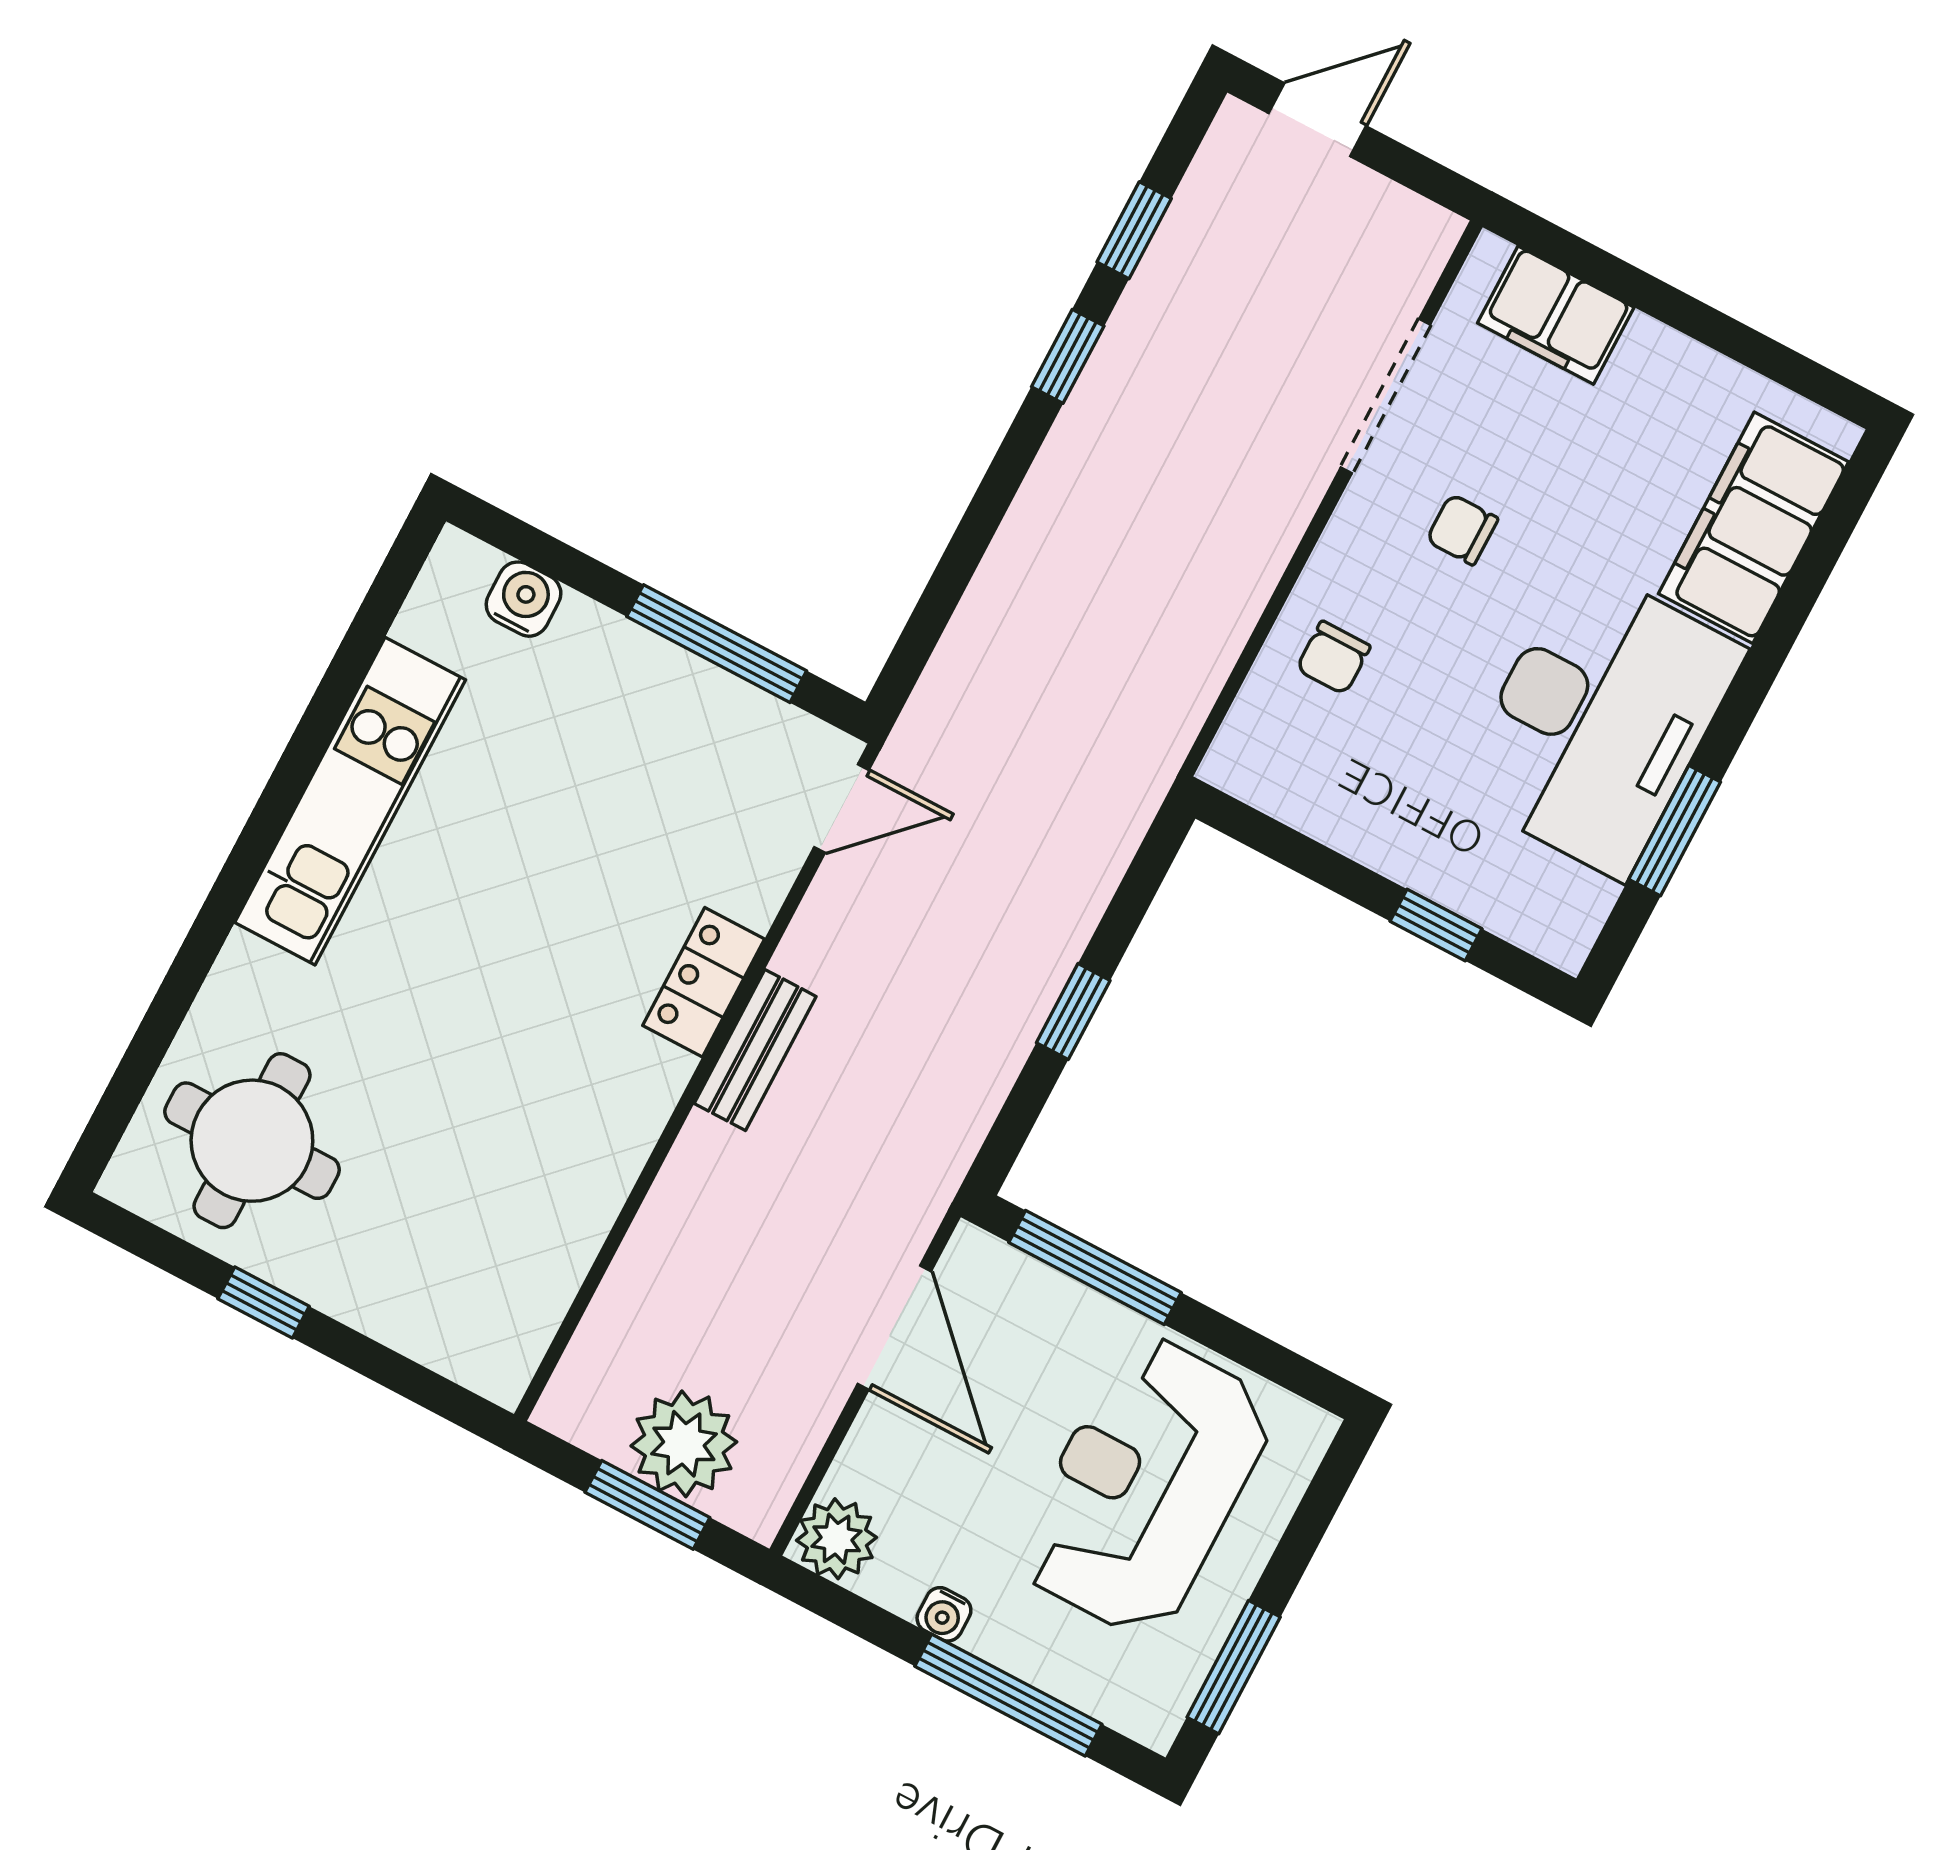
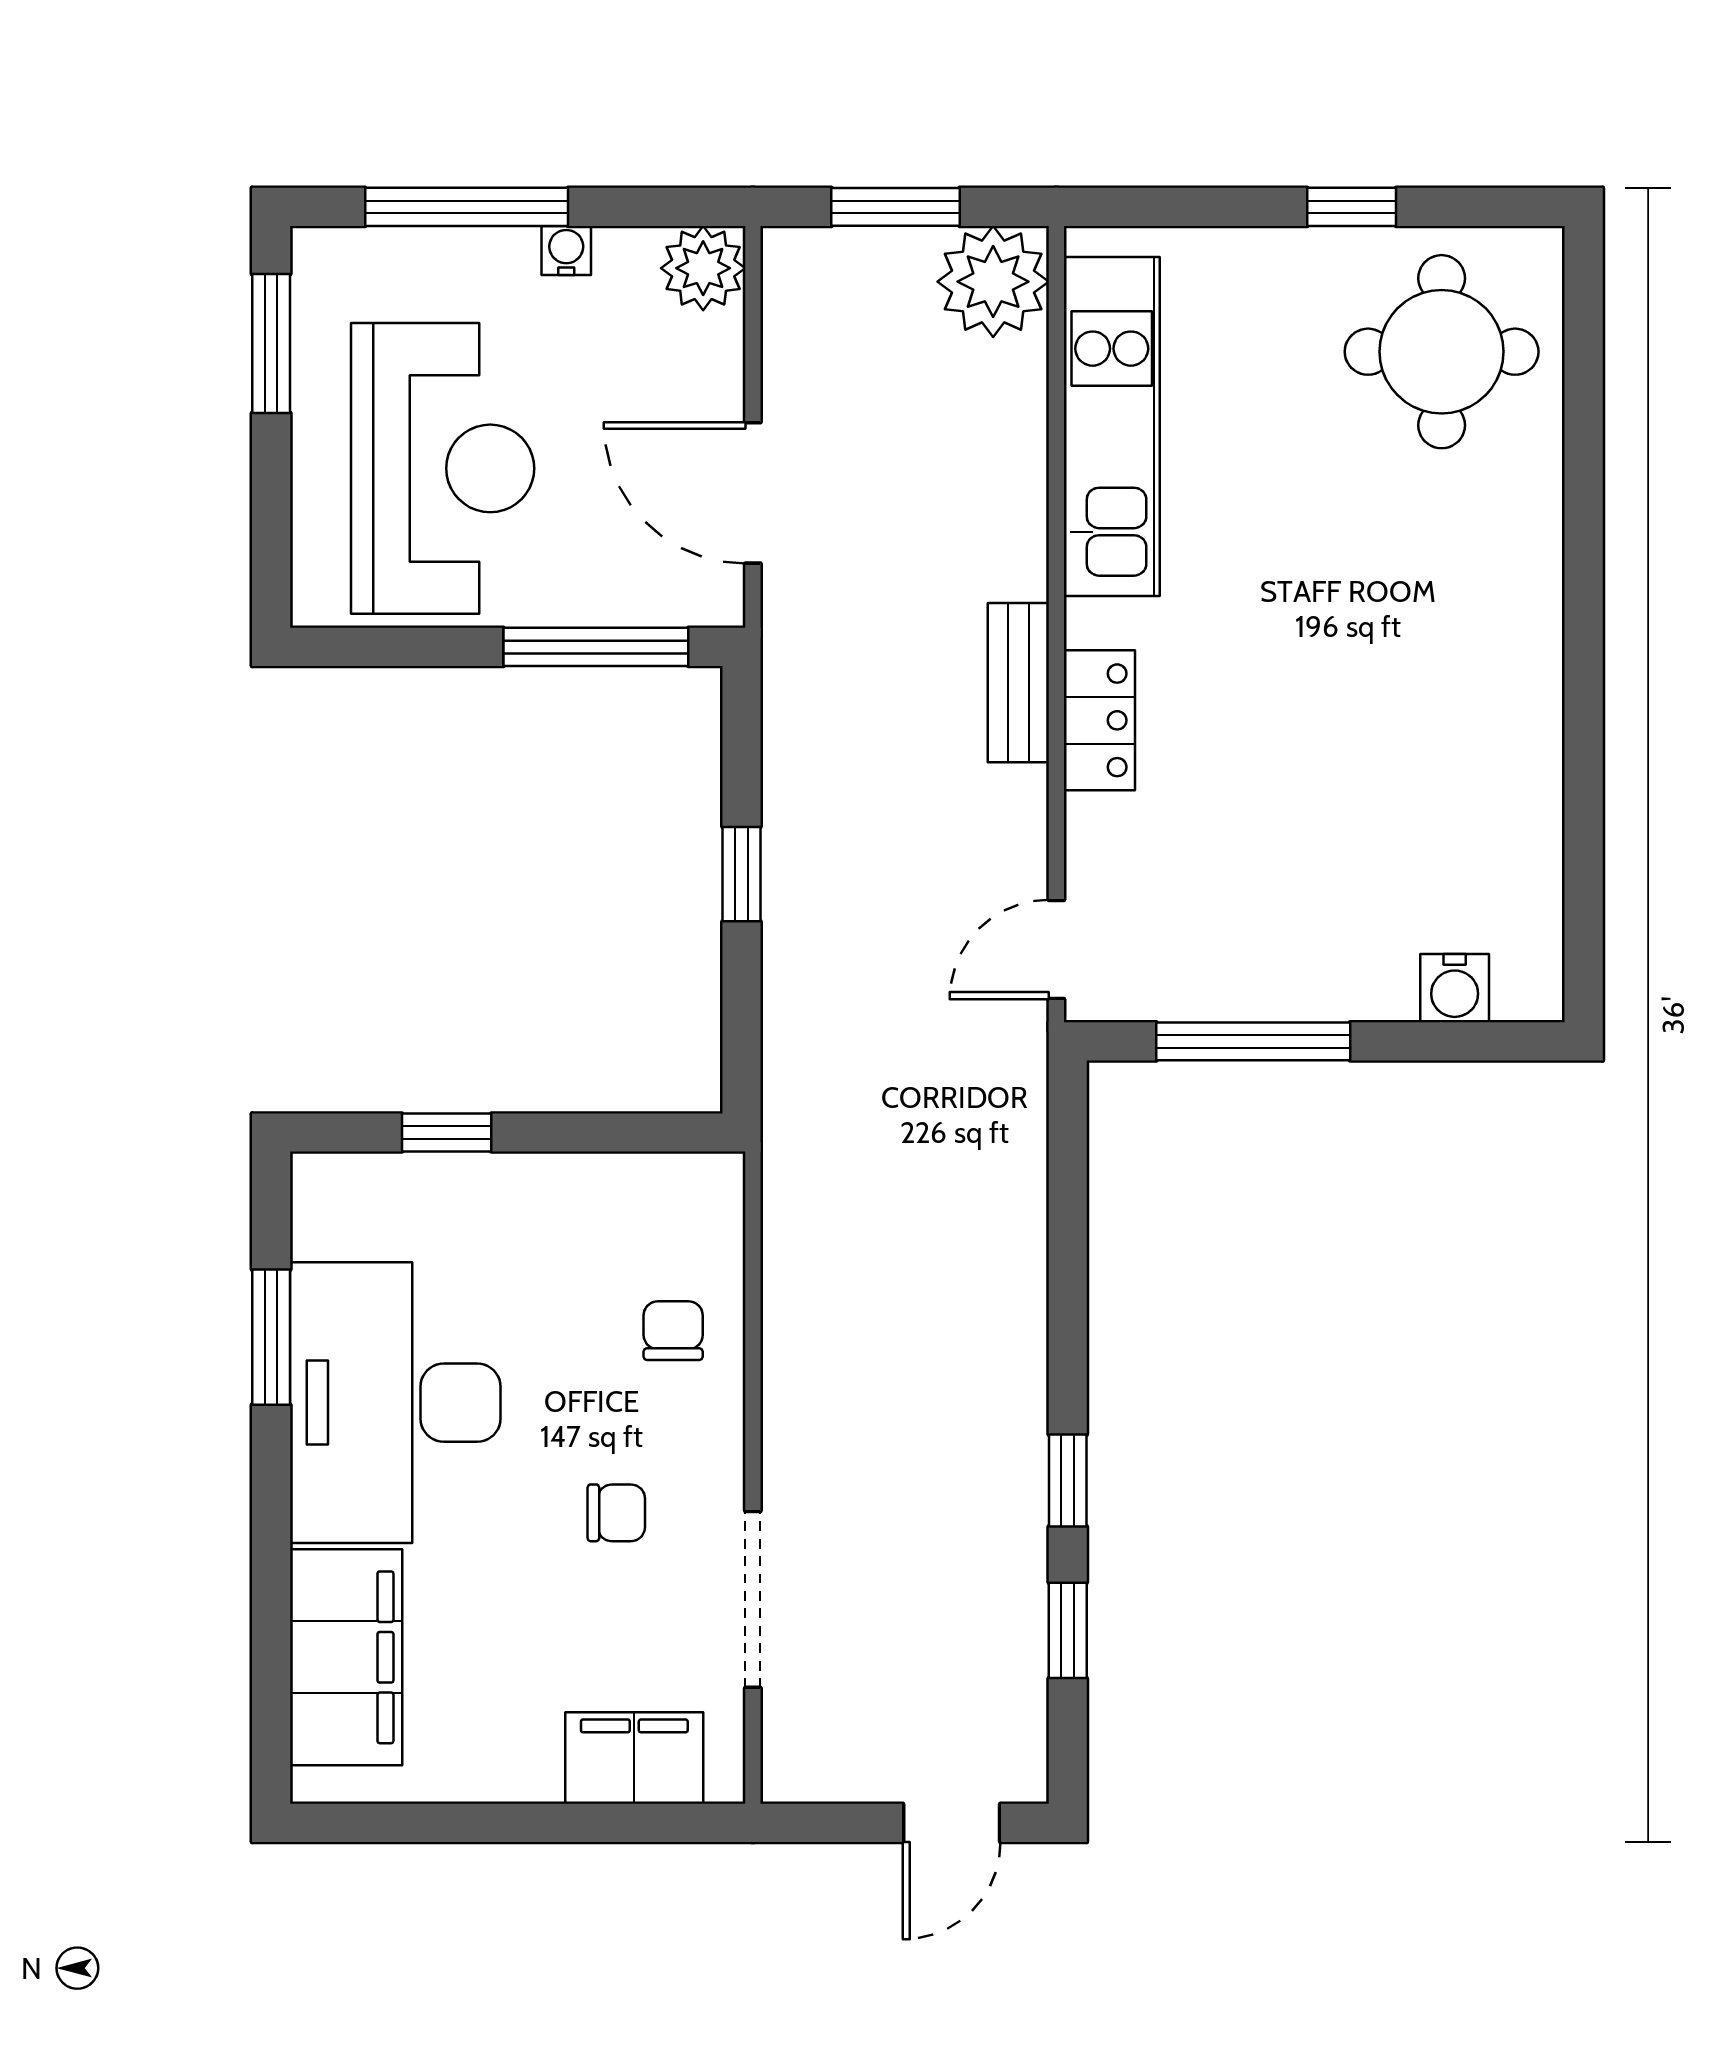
kitchen unit: (350, 801) -> (1112, 427), moved, turned 180
plant: (684, 1444) -> (993, 282), moved

